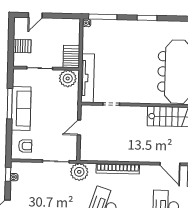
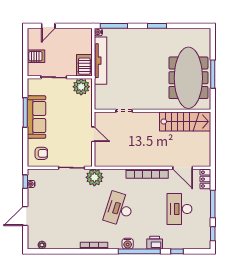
tv unit: (88, 78) -> (101, 61), moved
door: (79, 127) -> (93, 134), swing flipped
bookcase: (118, 169) -> (147, 174), moved

